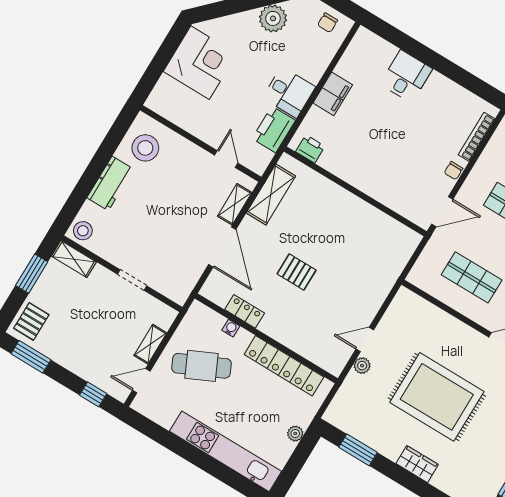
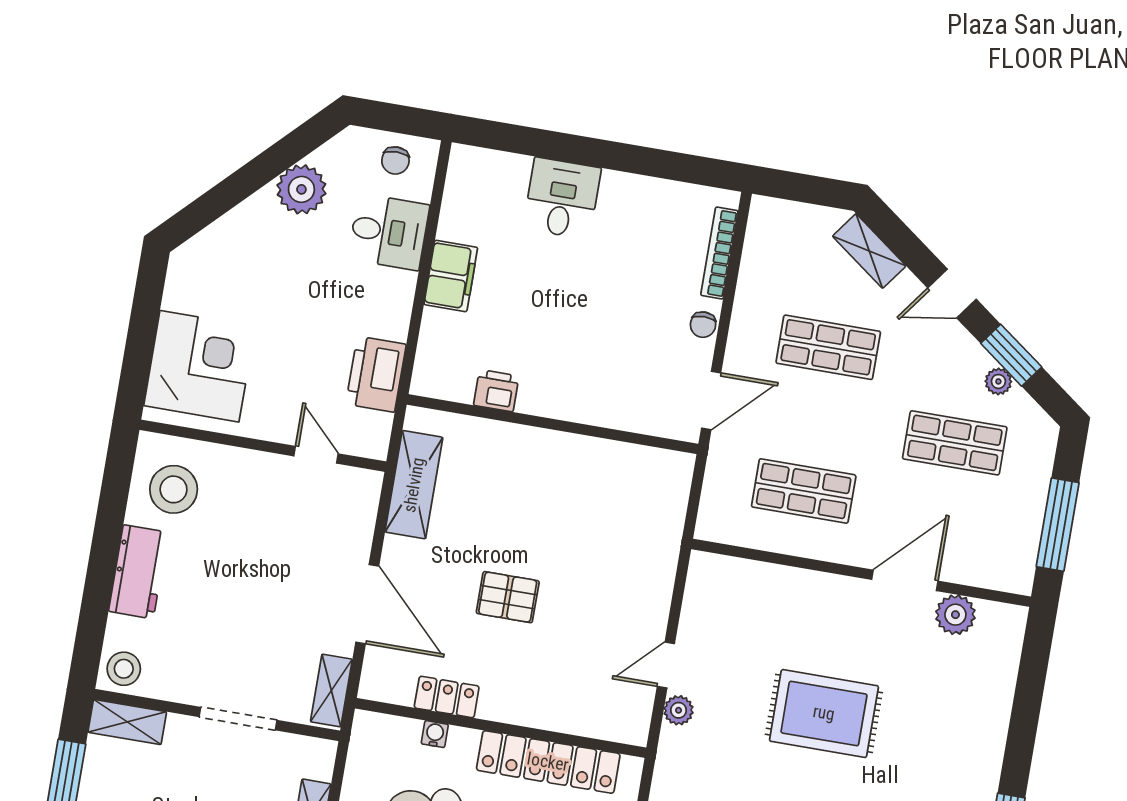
corner desk: (200, 63) -> (199, 366), moved
desk: (289, 92) -> (389, 232), moved
printer: (310, 149) -> (496, 391), moved
shelving: (235, 204) -> (331, 691), moved
doorway: (132, 280) -> (238, 719), width x1.38
rug: (437, 397) -> (824, 713), width x0.73, depth x0.69

